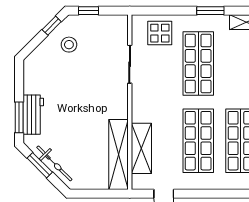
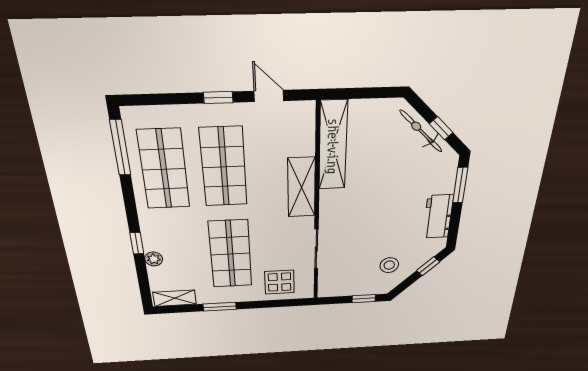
window: (52, 26) -> (428, 266), moved
workbench: (33, 115) -> (438, 217), moved
shelving: (141, 148) -> (302, 187), moved
window: (40, 165) -> (441, 128), width x0.67
window: (198, 194) -> (218, 97), added

